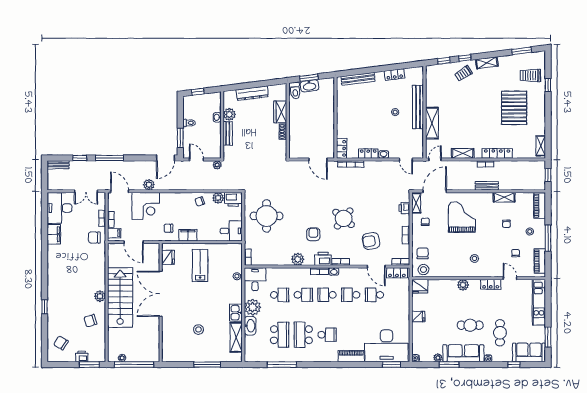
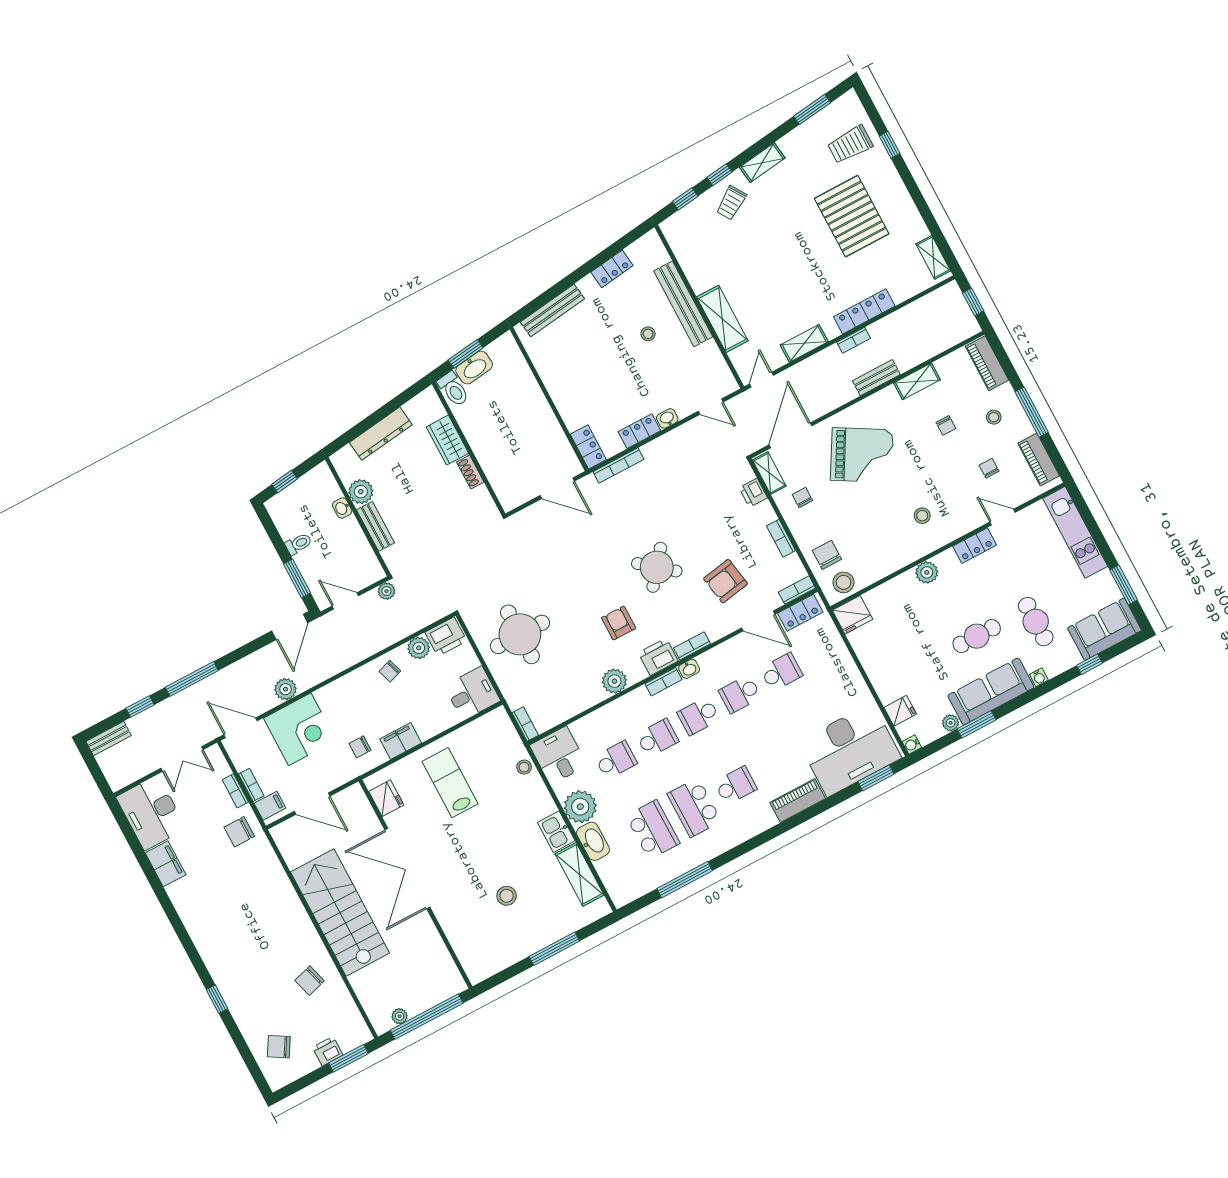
grand piano: (462, 217) -> (862, 455), turned 120
school desk: (374, 295) -> (781, 672), turned 180
plant: (100, 296) -> (304, 929), removed
fridge: (418, 316) -> (900, 711), moved

